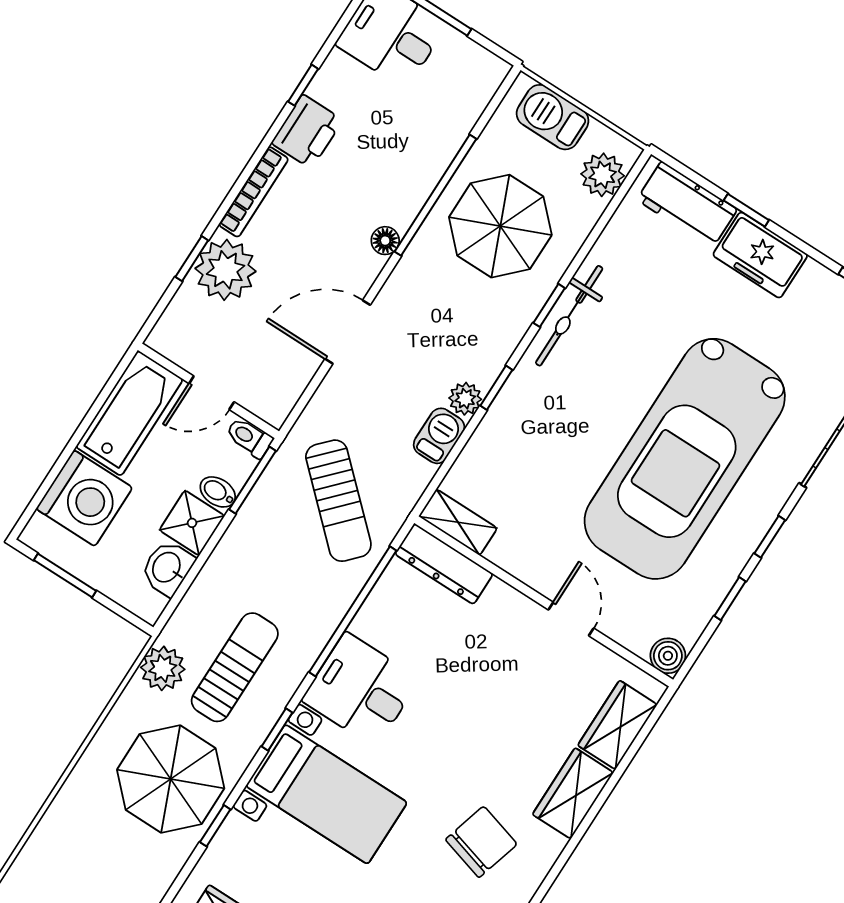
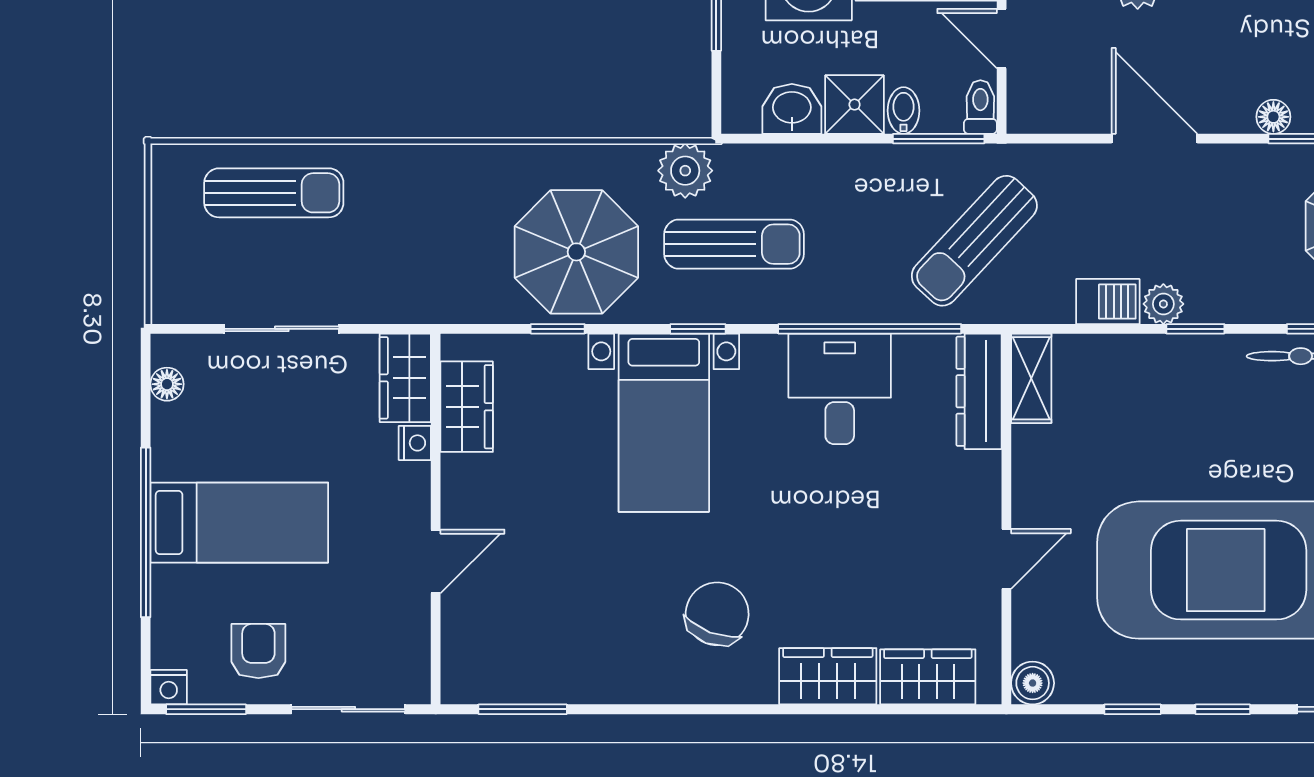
desk: (361, 690) -> (840, 389), moved
chair: (481, 842) -> (717, 614), turned -85

